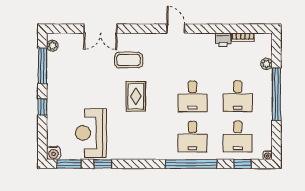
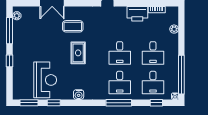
printer: (223, 40) -> (137, 14), width x1.87, depth x1.48
window: (276, 94) -> (181, 75), moved
reception desk: (91, 133) -> (45, 80), turned 180
water cooler: (53, 153) -> (79, 95), moved
window: (191, 164) -> (119, 103), width x0.68

